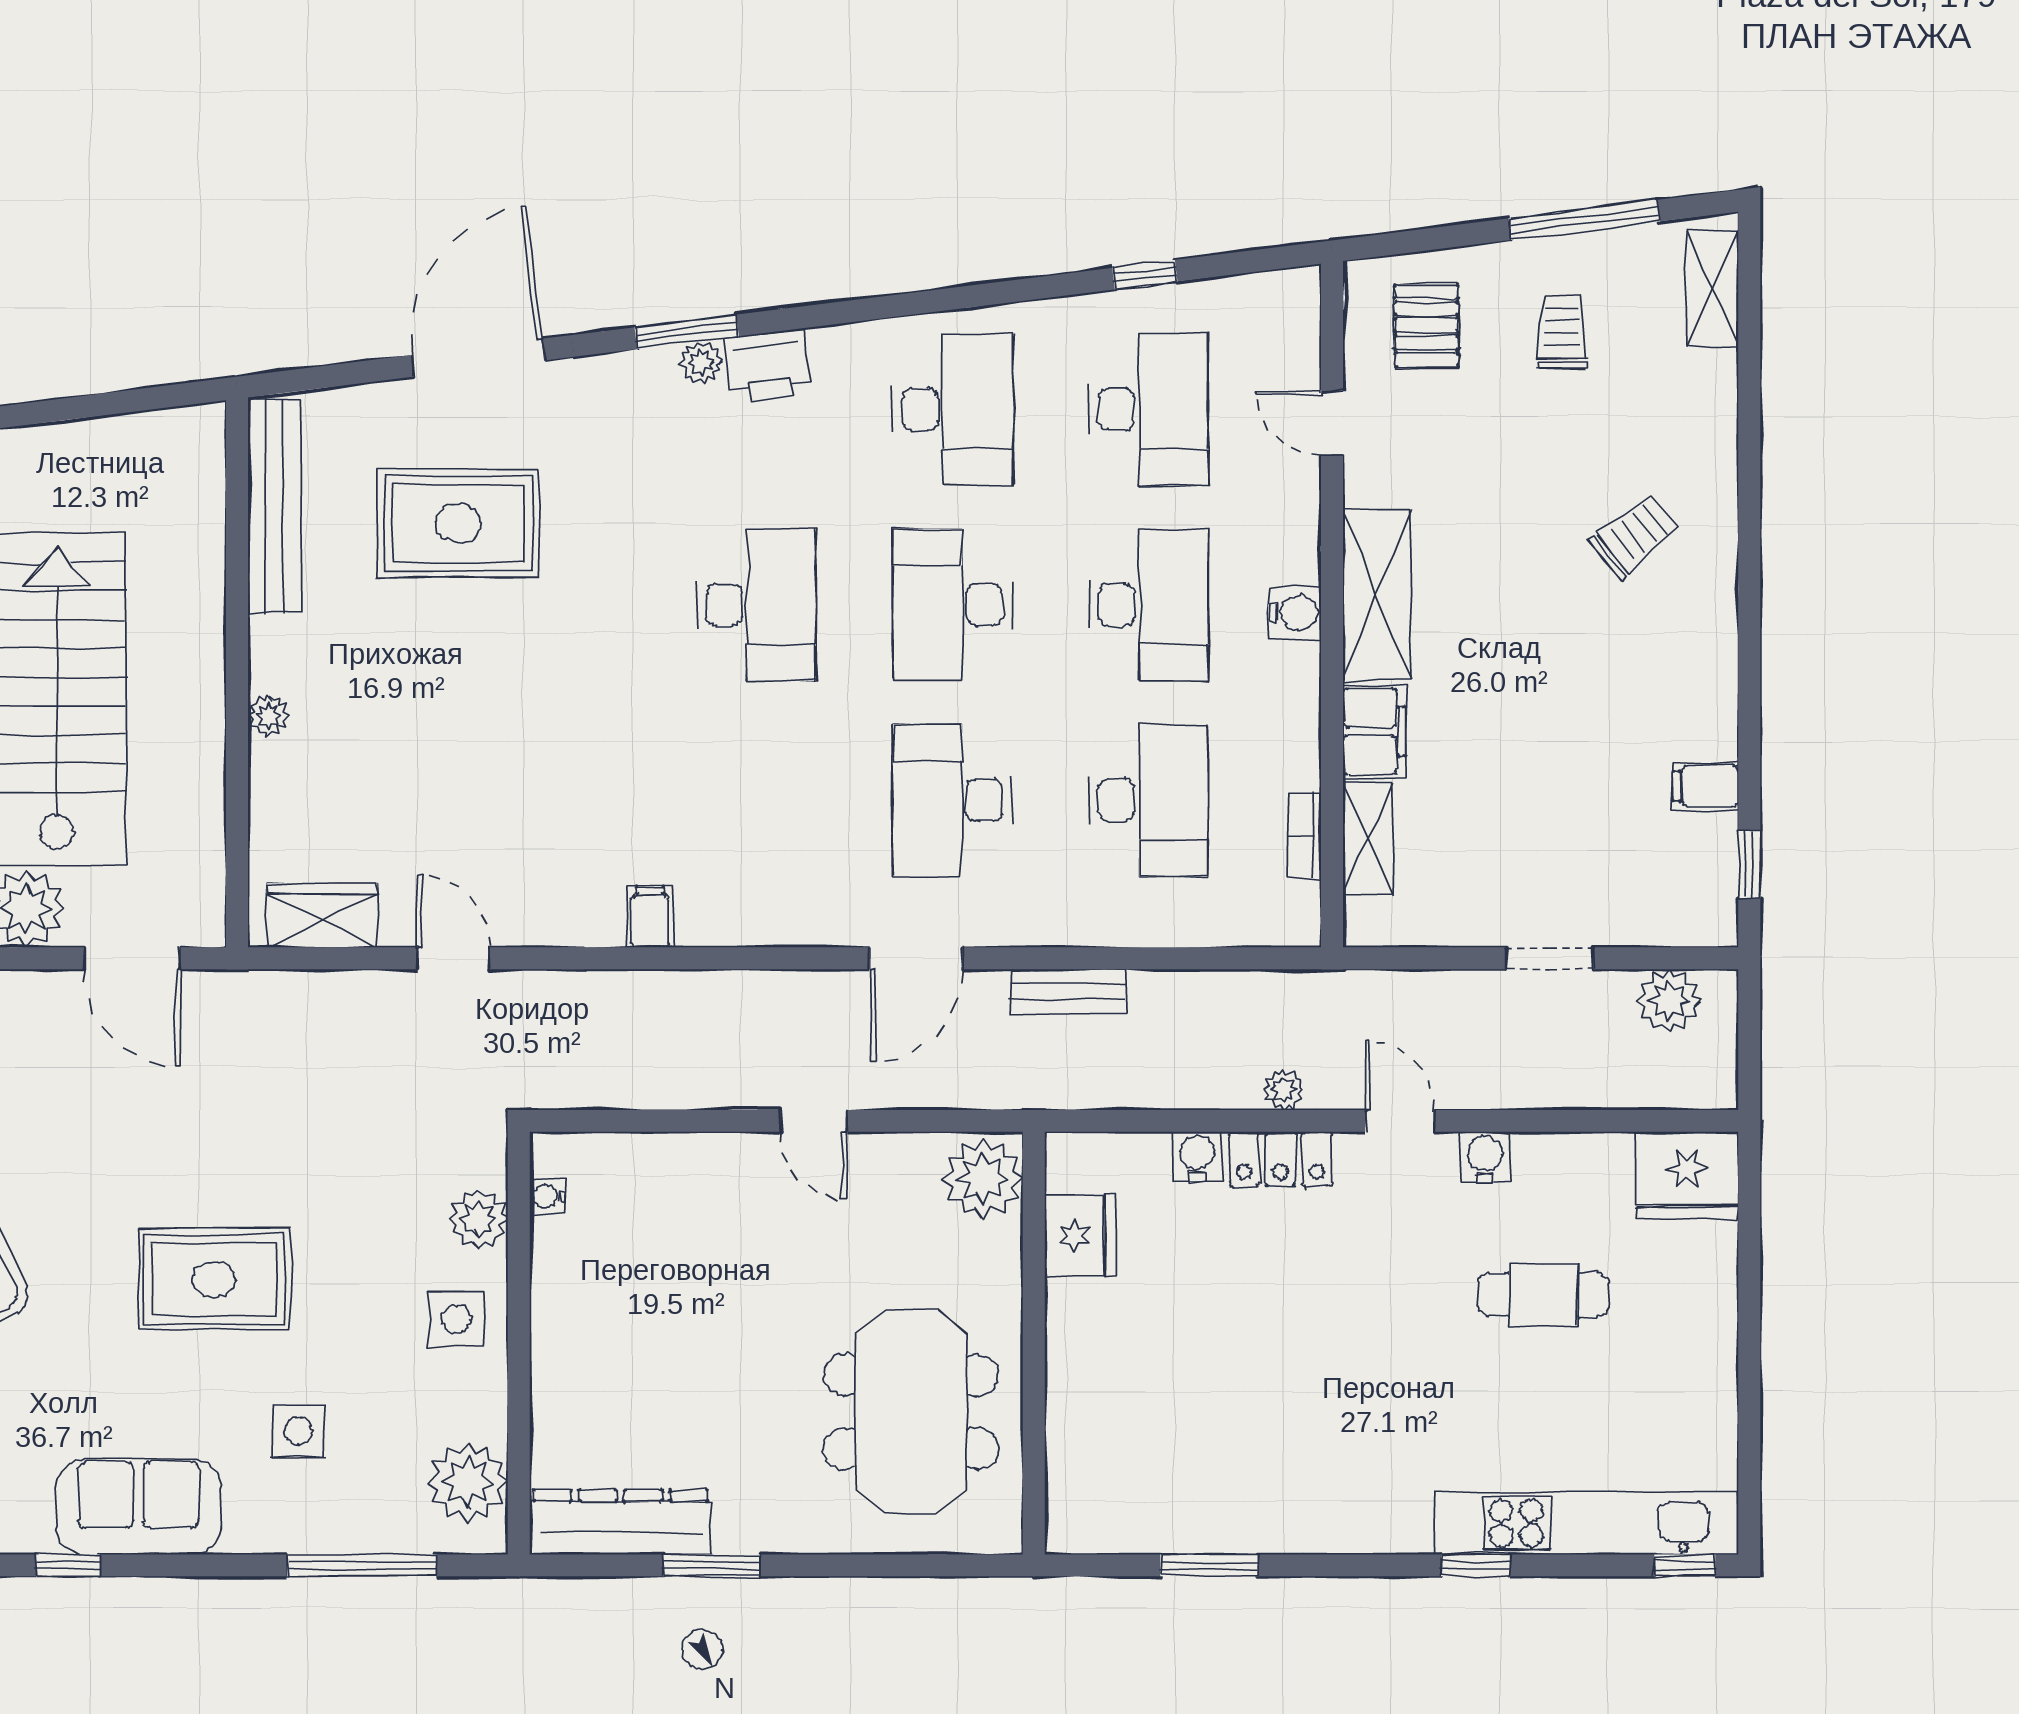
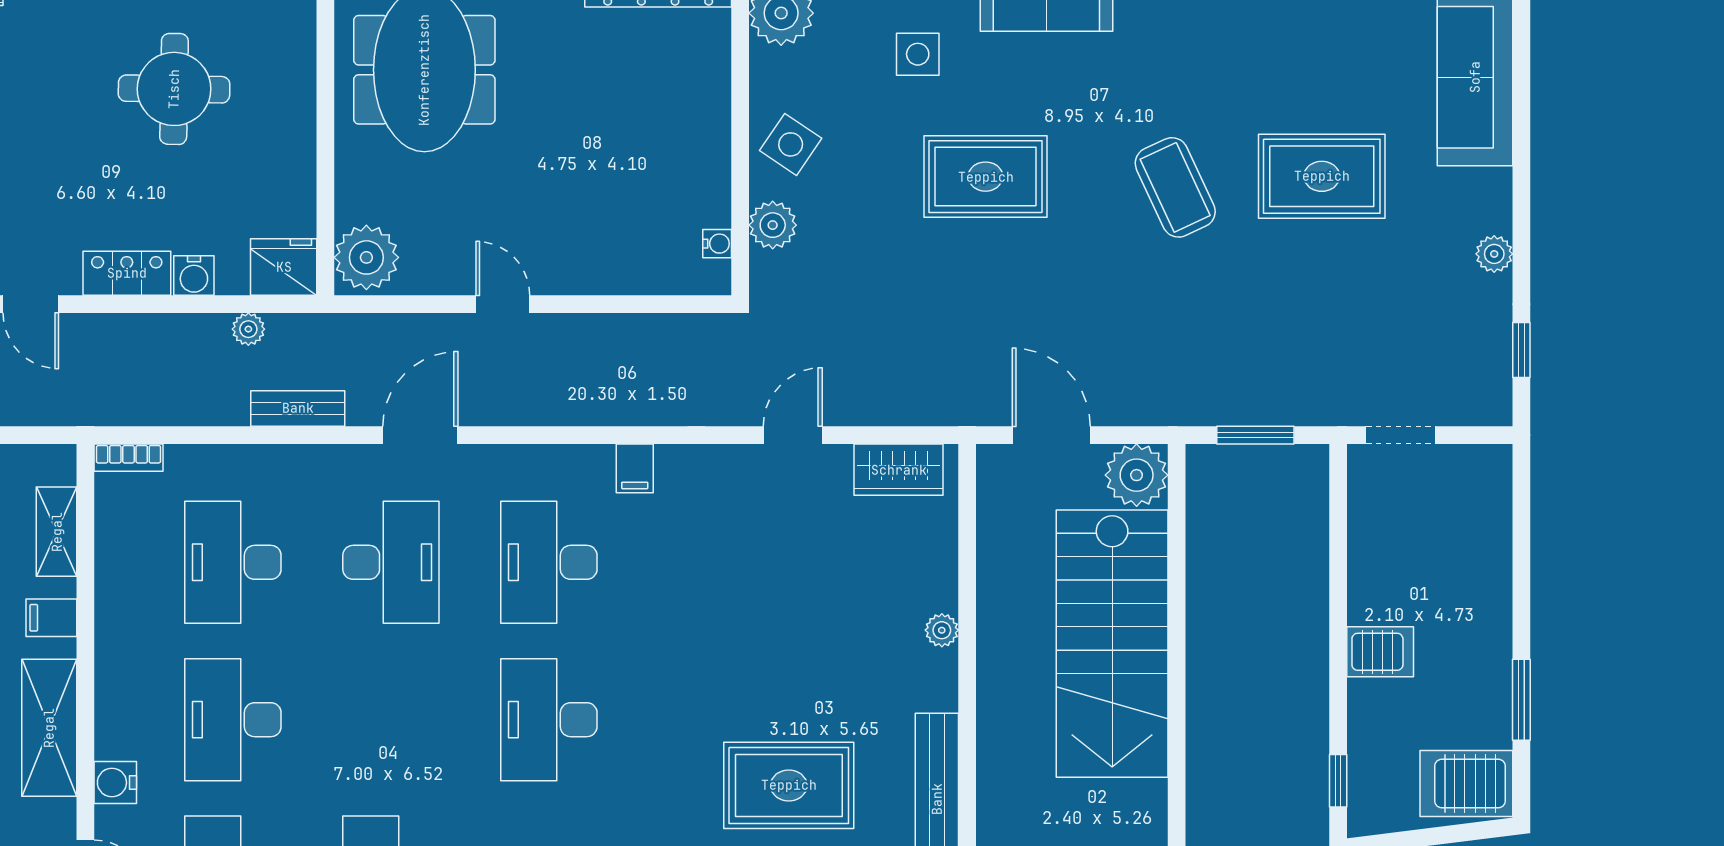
desk: (952, 605) -> (549, 562), moved, turned 180
water cooler: (1295, 613) -> (115, 783), moved
filing cabinet: (1374, 731) -> (51, 618), width x0.50
bookcase: (1304, 835) -> (128, 458), moved, turned 90
door: (453, 958) -> (793, 435), swing flipped
plant: (1284, 1090) -> (248, 329), moved
fridge: (1080, 1235) -> (284, 267), moved, turned 90
side table: (456, 1319) -> (791, 144), turned 34
round table: (1222, 1388) -> (174, 89), added

